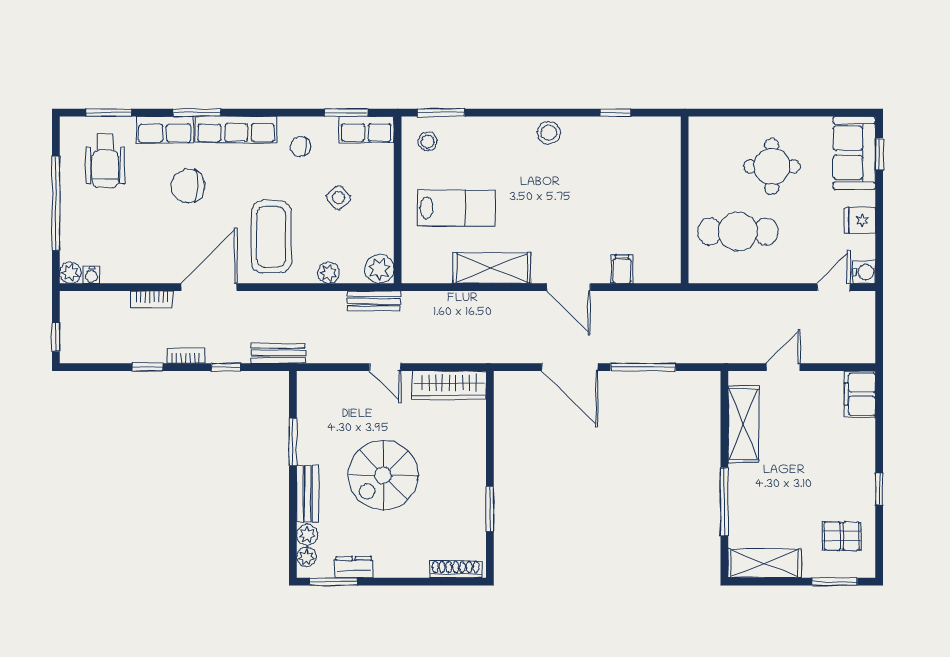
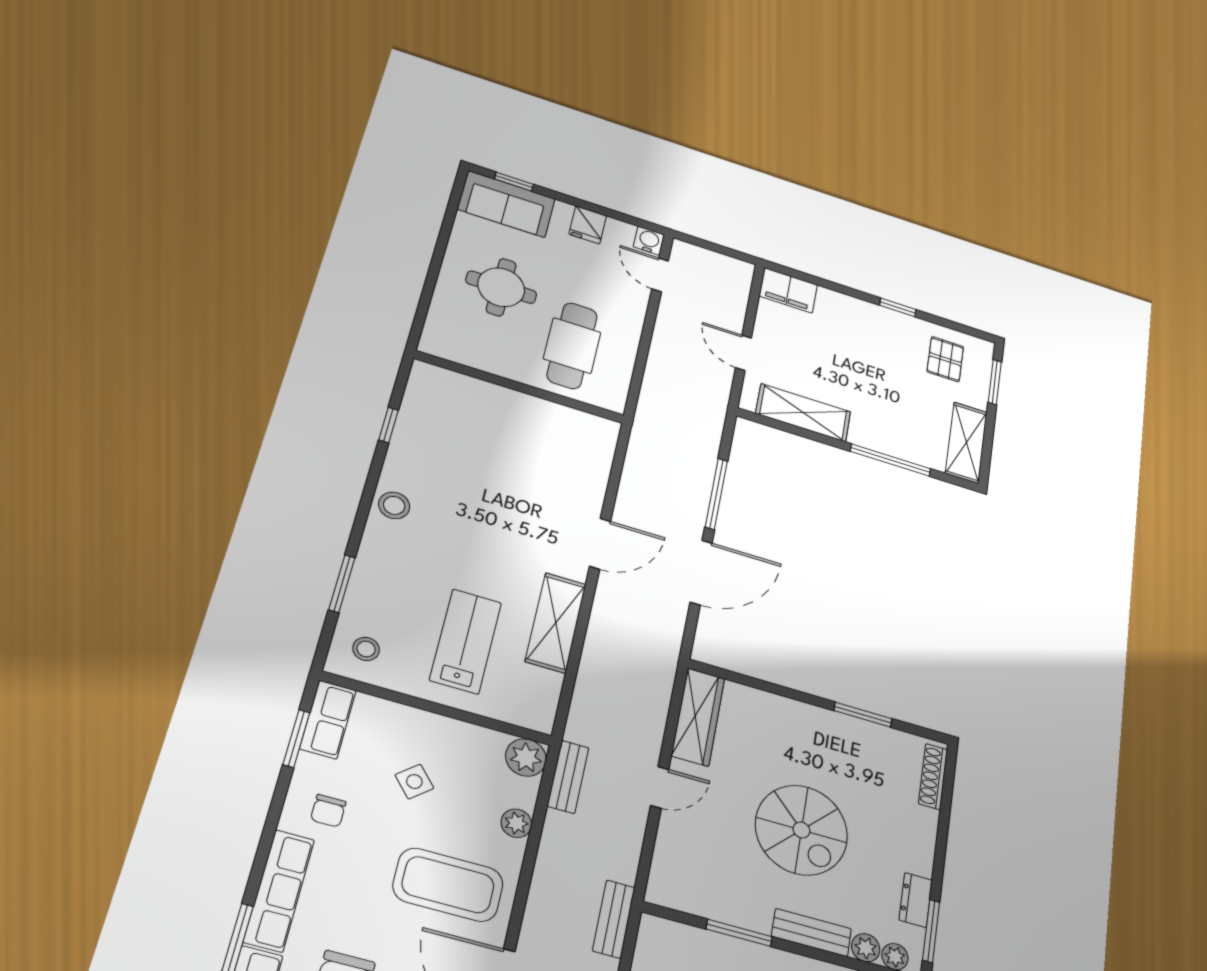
window: (441, 113) -> (342, 584), moved
filing cabinet: (622, 269) -> (590, 479), removed

